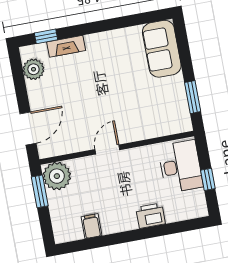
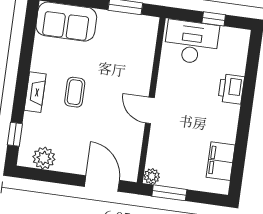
fireplace: (66, 46) -> (35, 92), moved
coffee table: (101, 77) -> (75, 92), added
plant: (57, 176) -> (152, 176), width x0.53, depth x0.53
filing cabinet: (91, 226) -> (221, 161), width x2.00

